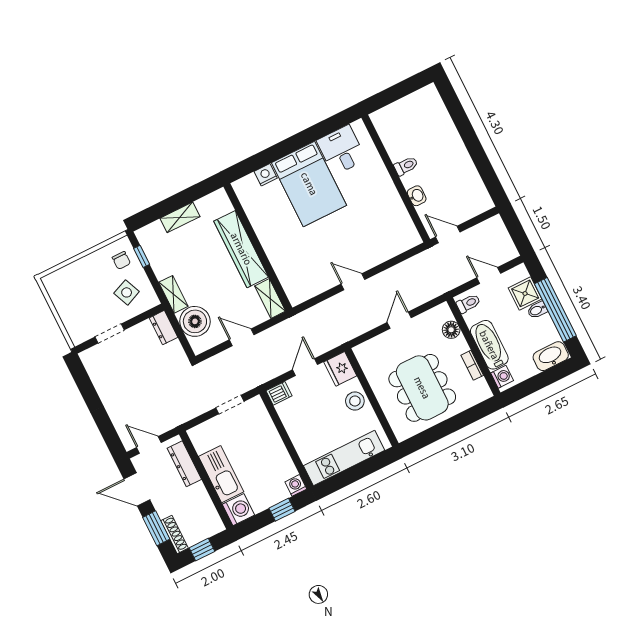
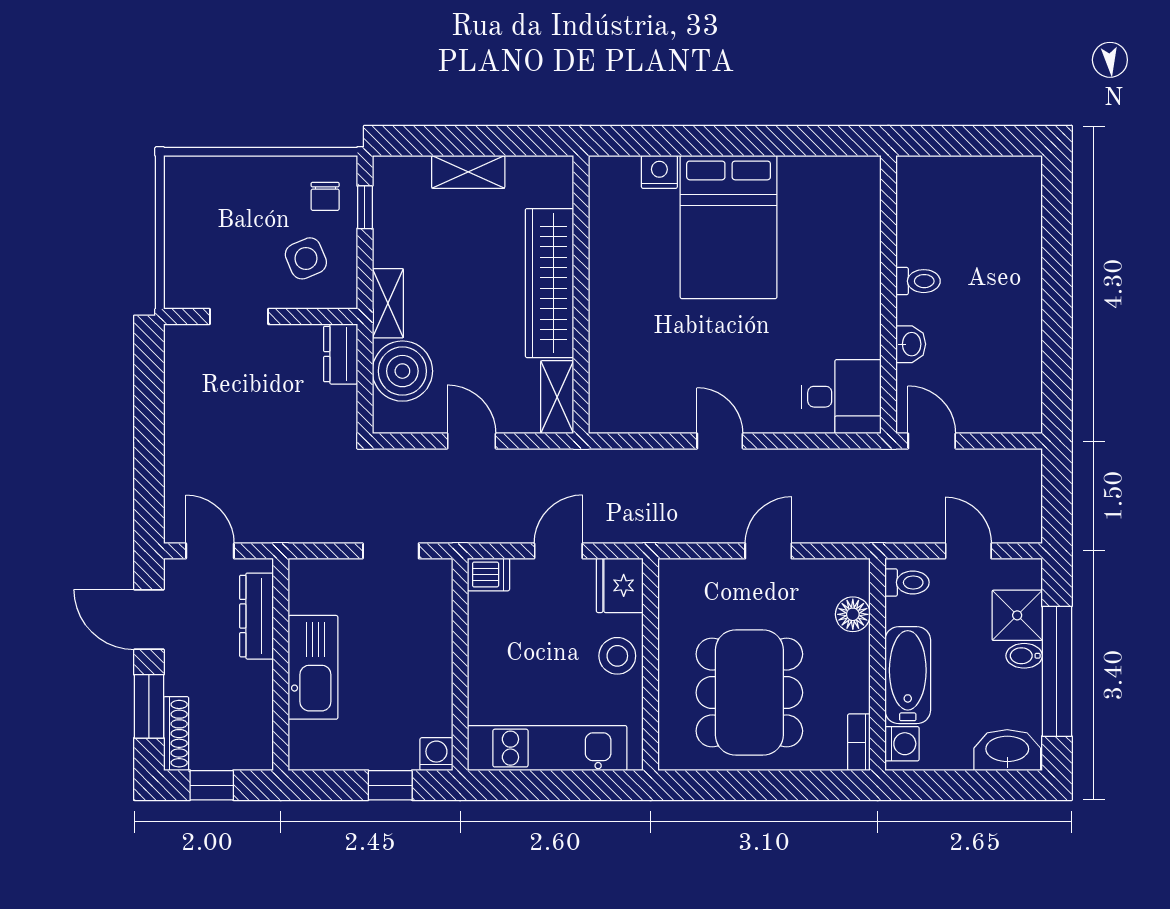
desk: (341, 150) -> (841, 397), moved, turned 90
bookcase: (472, 365) -> (859, 742), moved
washing machine: (238, 510) -> (312, 746), removed

